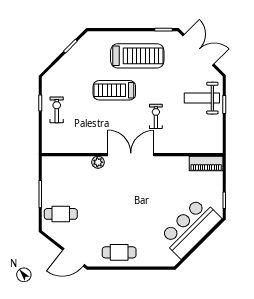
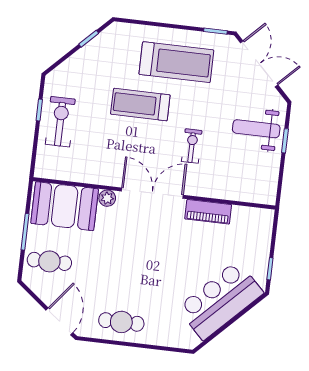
exercise bike: (57, 110) -> (60, 122), width x1.38, depth x1.39
piano: (206, 164) -> (208, 212), moved
booth: (67, 172) -> (65, 206), added
door: (73, 257) -> (59, 321), swing flipped

